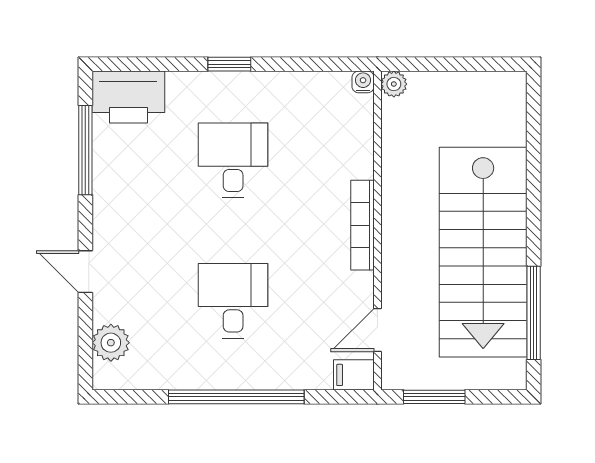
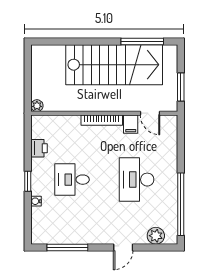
water cooler: (363, 82) -> (36, 201), moved
printer: (128, 97) -> (39, 148), moved, width x0.53, depth x0.68
desk: (233, 301) -> (137, 180), width x1.37
filing cabinet: (354, 375) -> (131, 124), moved
window: (236, 397) -> (181, 204), moved

